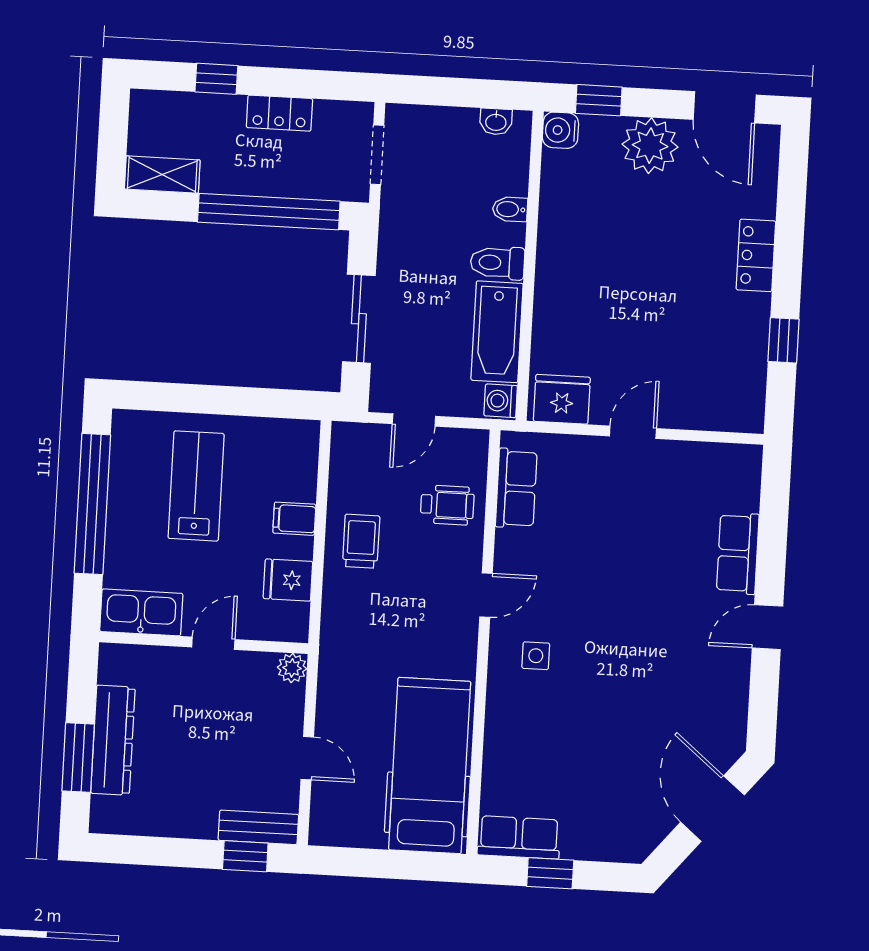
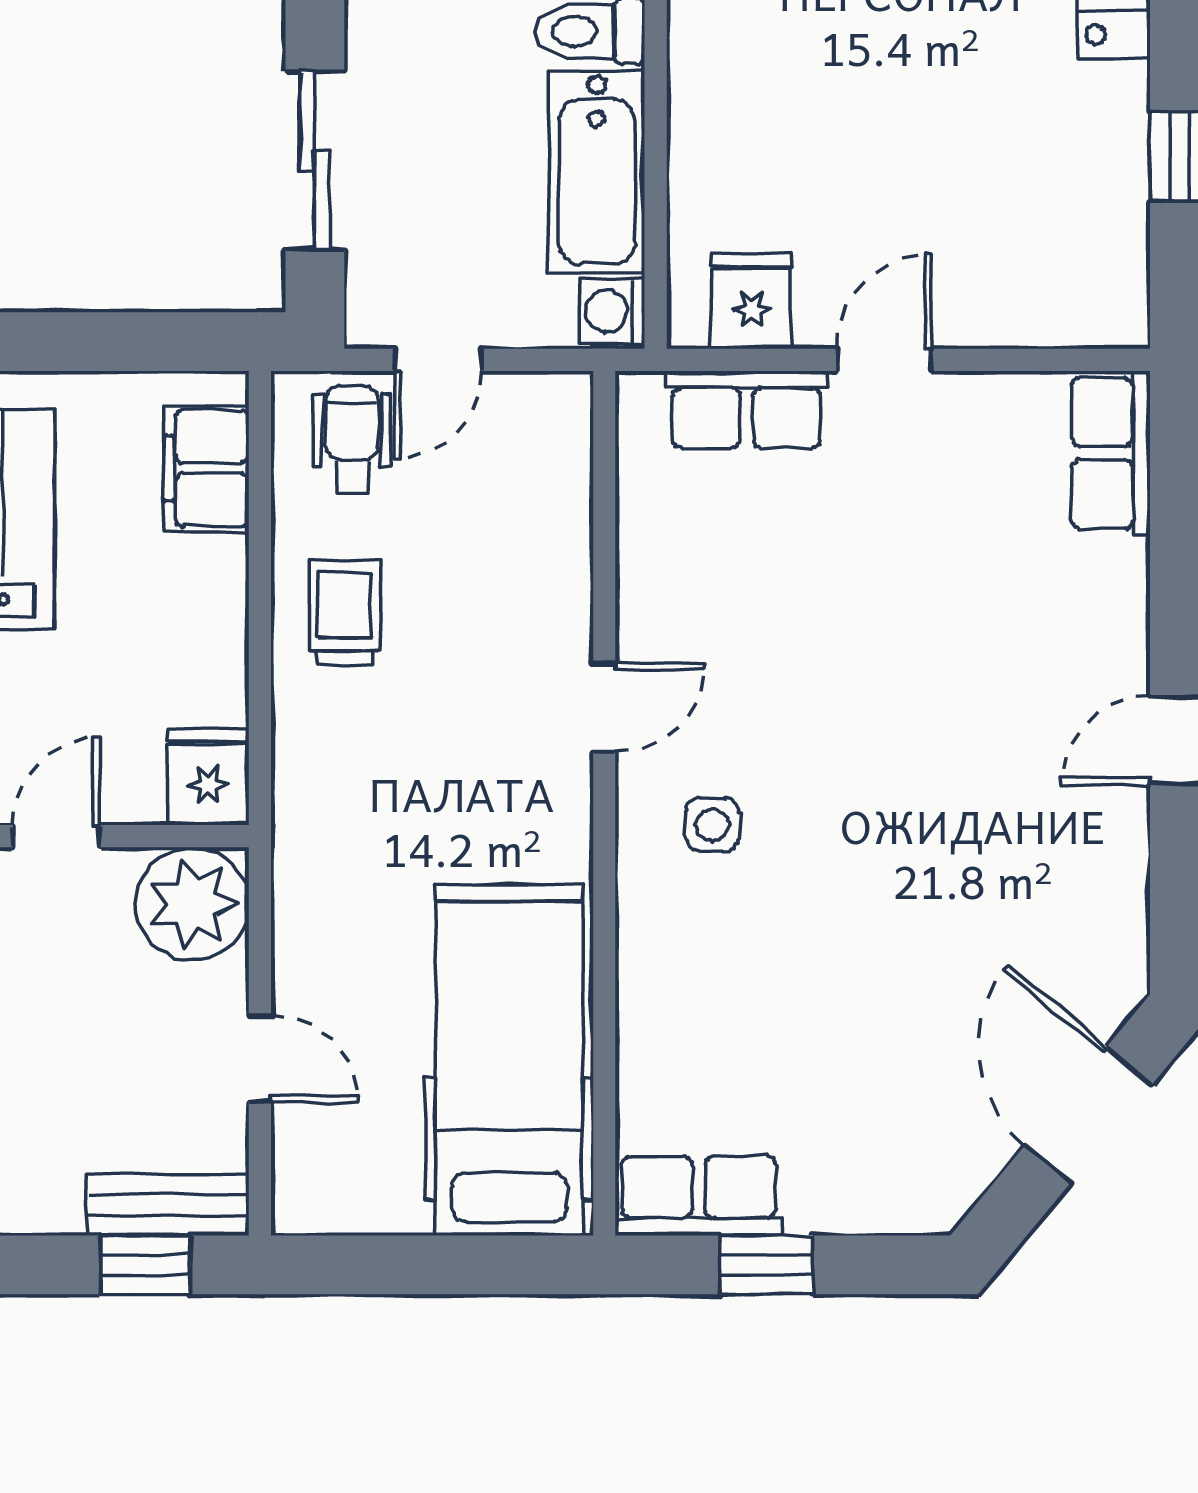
fridge: (562, 399) -> (751, 301), width x0.72
row of seats: (516, 488) -> (746, 409), moved, turned 90
wheelchair: (447, 505) -> (352, 439), moved, turned -90
filing cabinet: (294, 519) -> (206, 468), moved, width x2.00
row of seats: (738, 553) -> (1111, 453), moved
fridge: (288, 580) -> (208, 777), moved, turned 90
plant: (292, 668) -> (192, 904), width x1.87, depth x1.87

